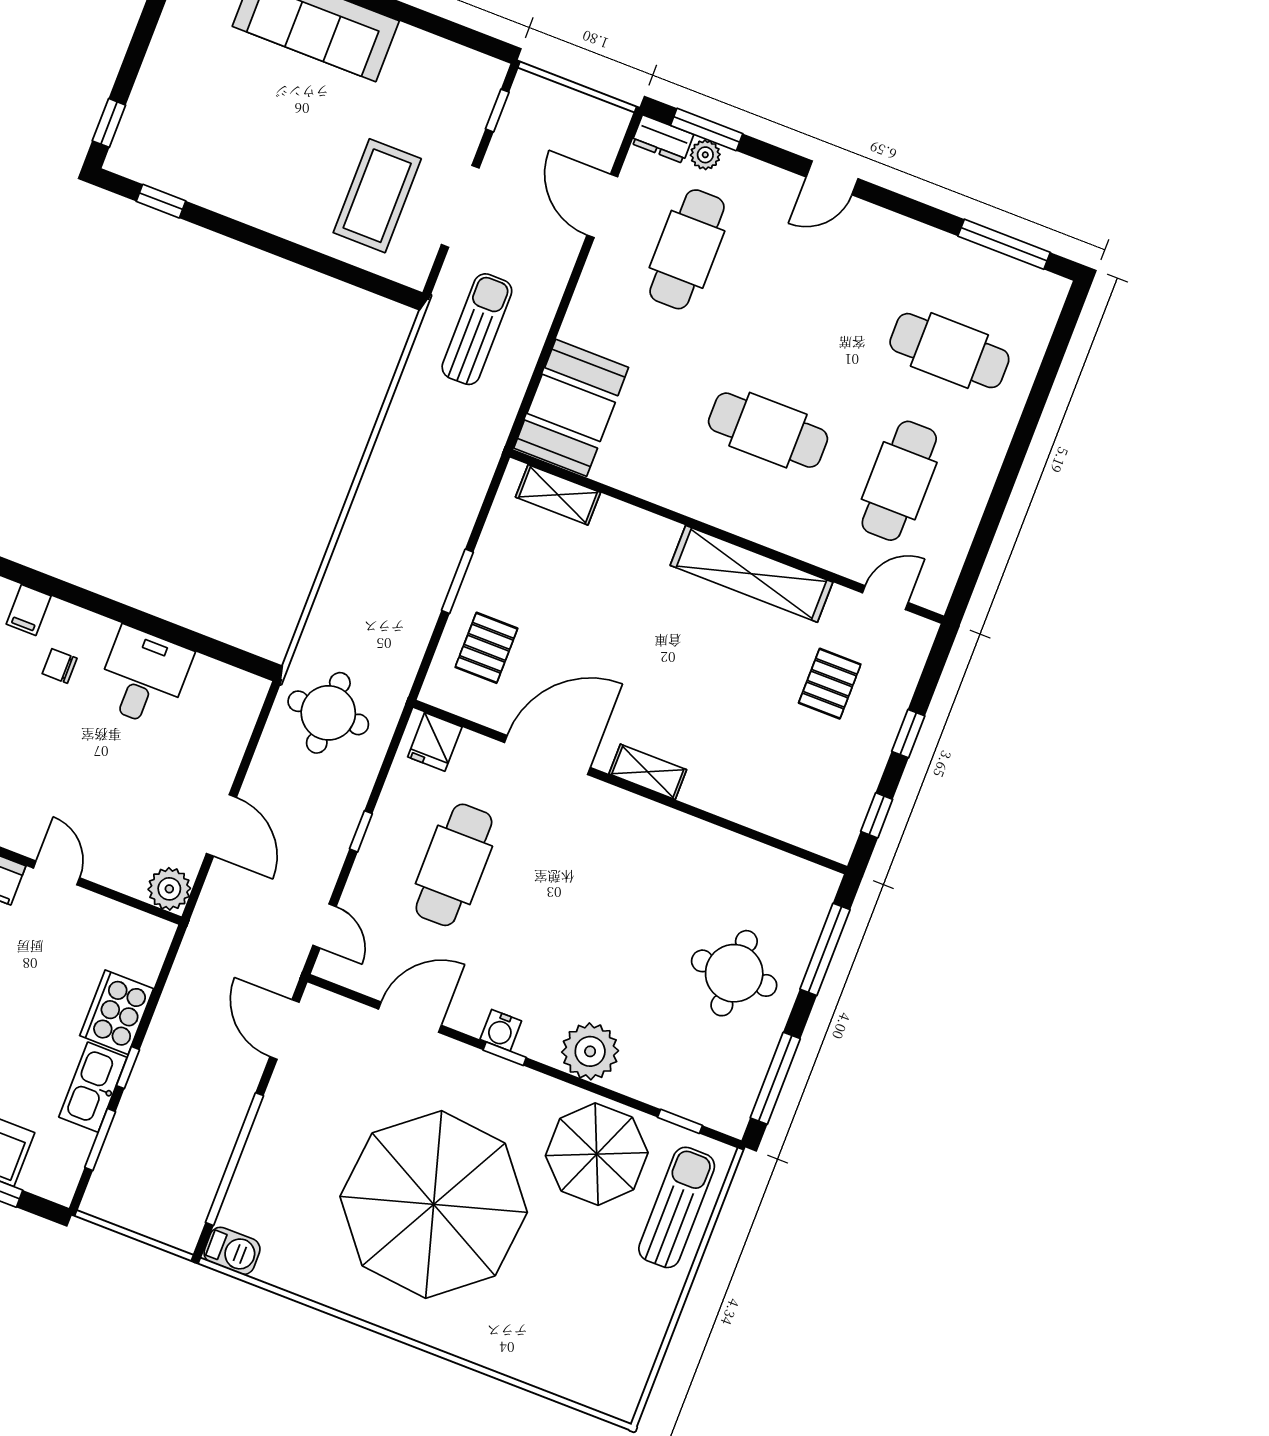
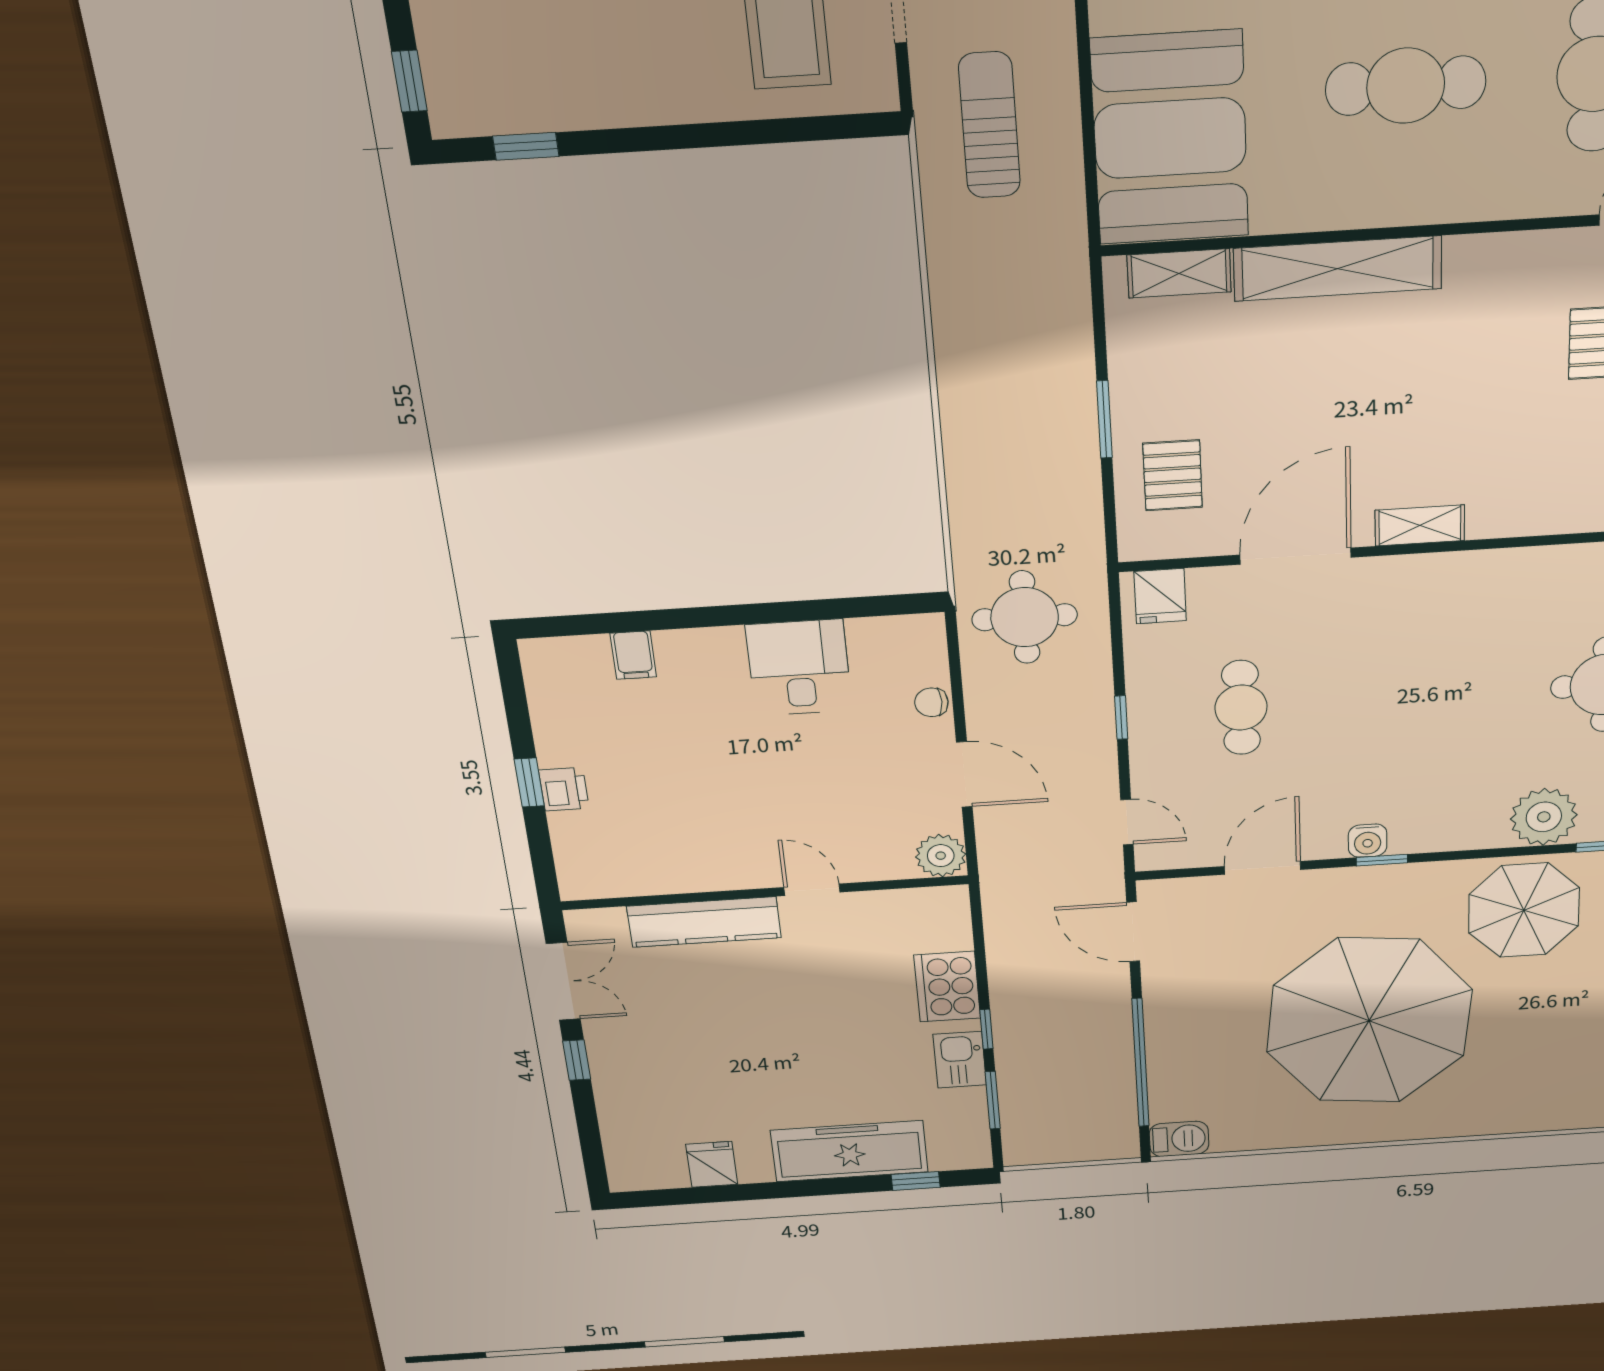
booth: (571, 408) -> (1170, 138), width x1.36, depth x1.42
shelving: (751, 574) -> (1338, 269), moved
chair: (60, 666) -> (931, 702), moved
cafe table: (454, 865) -> (1241, 708), width x0.73, depth x0.74
plant: (590, 1051) -> (1544, 817), moved
kitchen sink: (93, 1087) -> (960, 1060), width x0.73

